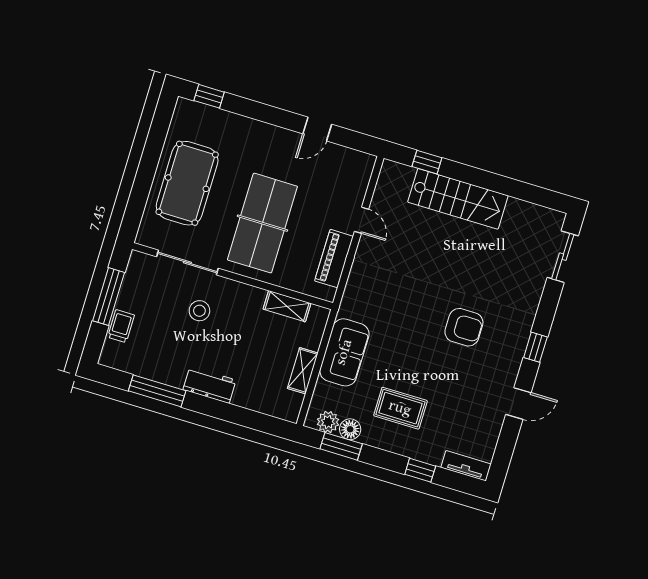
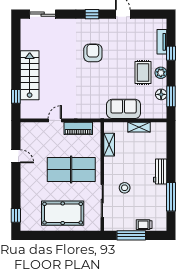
plant: (328, 422) -> (161, 73), moved
tv unit: (466, 466) -> (162, 42), moved

